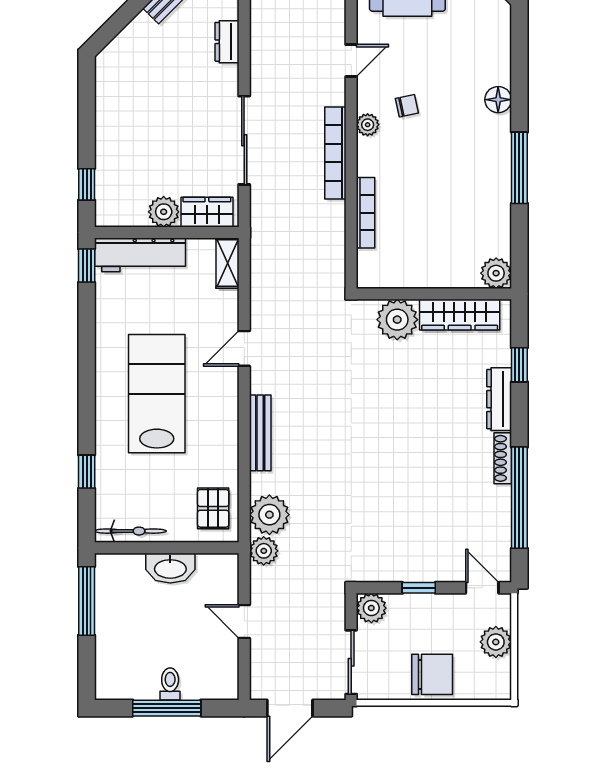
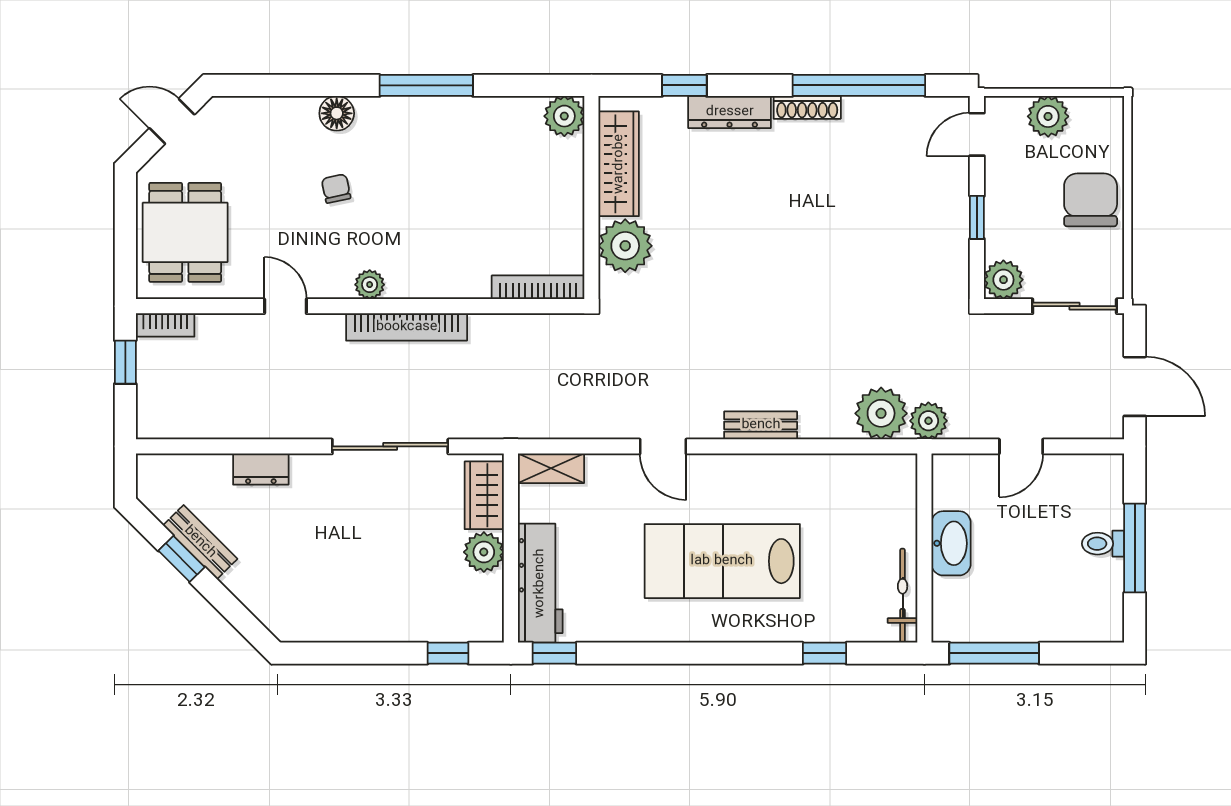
chair: (407, 106) -> (336, 189), moved
bookcase: (365, 213) -> (538, 287), moved
bench: (260, 433) -> (761, 425), width x0.73
pallet: (213, 508) -> (873, 487), removed

